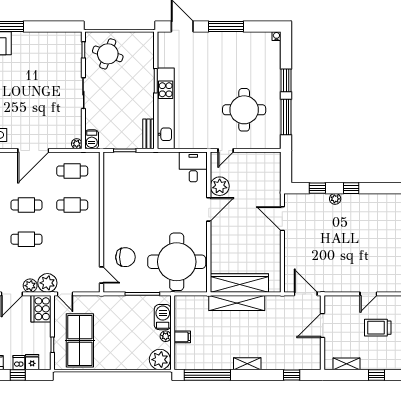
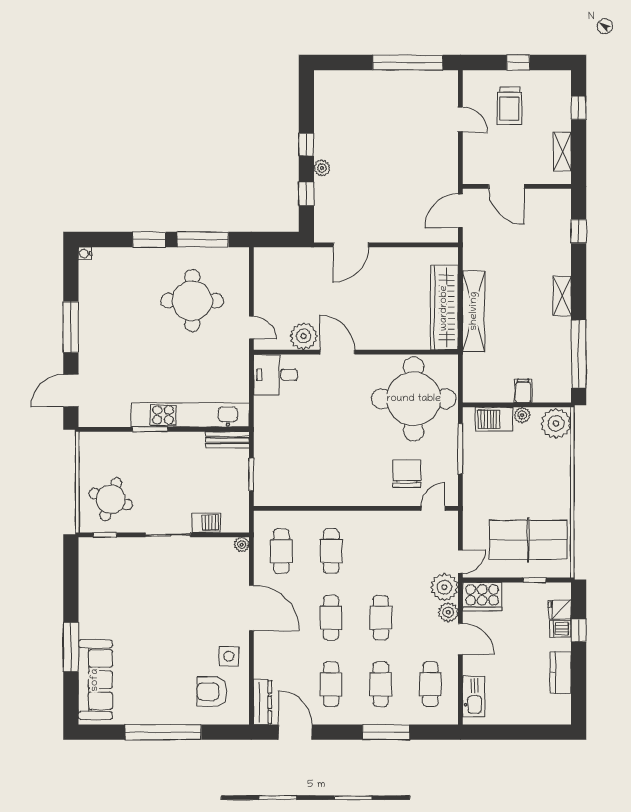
barbecue: (92, 139) -> (206, 523), moved

